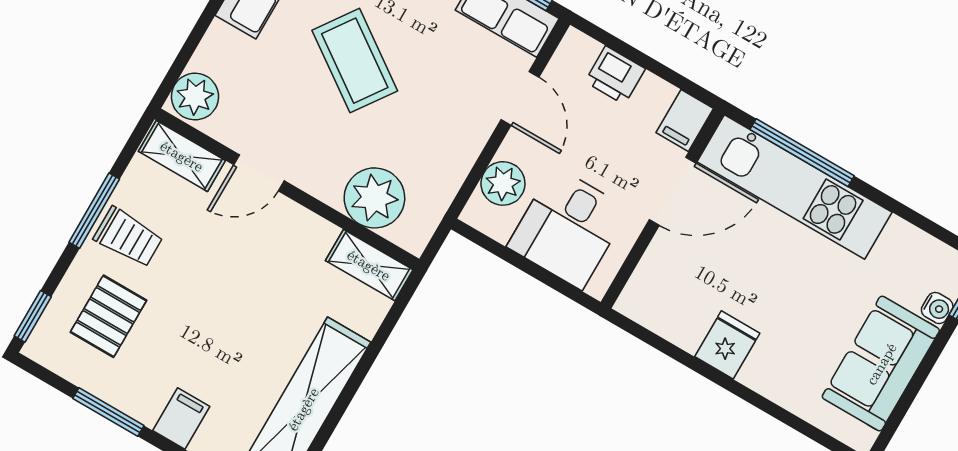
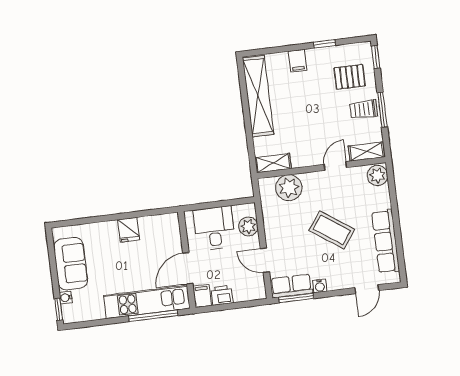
printer: (615, 75) -> (222, 295), moved
pallet: (108, 316) -> (350, 77), turned 90
window: (108, 412) -> (324, 44), width x0.67

